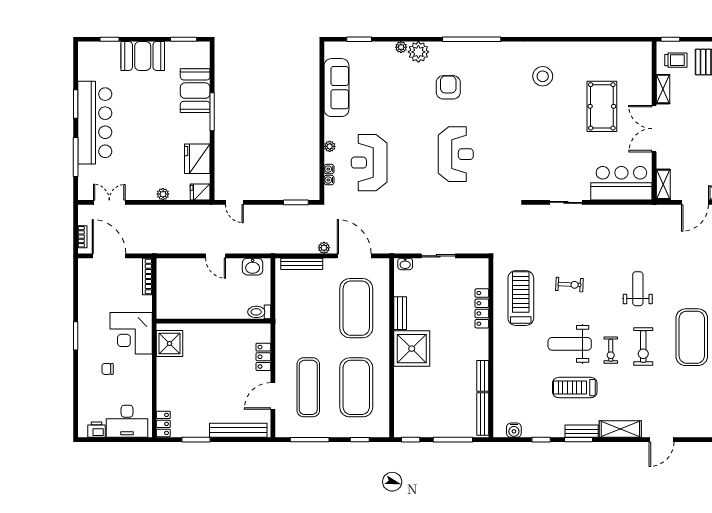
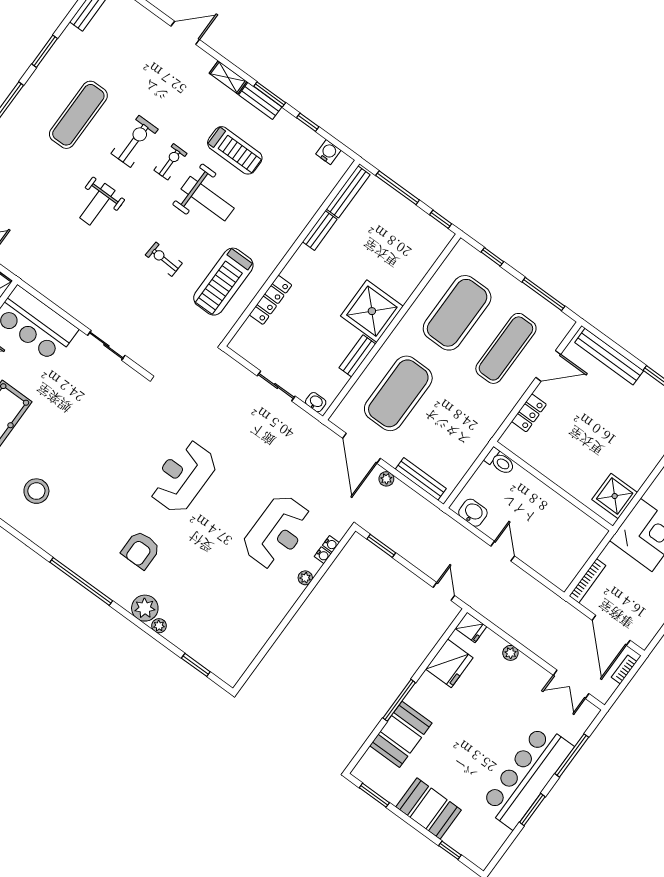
sofa: (336, 88) -> (255, 633), removed
exercise mat: (692, 337) -> (78, 115), width x0.68
shelving: (620, 429) -> (228, 77), width x0.67, depth x0.75

